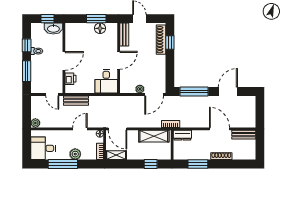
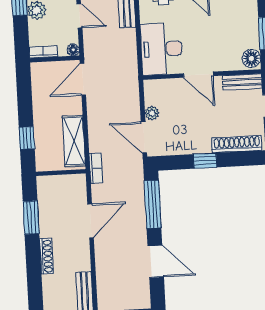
floor lamp: (100, 28) -> (251, 58), moved
window: (170, 43) -> (205, 161), moved
desk: (106, 81) -> (162, 49), width x1.37
door: (219, 129) -> (91, 221), moved
dresser: (182, 135) -> (78, 189), removed
shelving: (116, 155) -> (39, 79), removed

